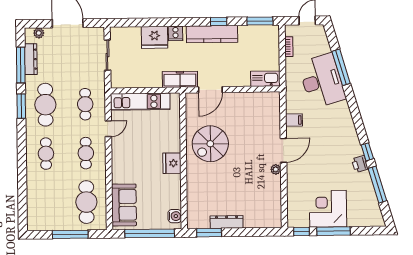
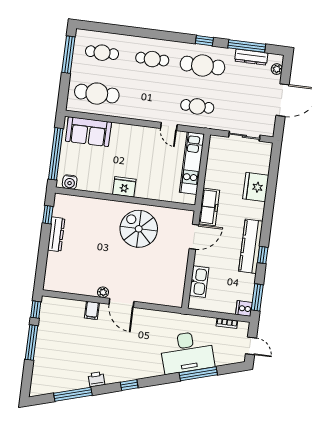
cooker: (175, 33) -> (244, 308), moved
kitchen sink: (265, 79) -> (199, 282), moved
door: (210, 90) -> (194, 237), swing flipped
window: (21, 106) -> (204, 41), width x0.67
filing cabinet: (294, 120) -> (92, 310), moved
window: (367, 152) -> (129, 385), moved
cafe table: (86, 153) -> (102, 53), moved
corner desk: (328, 209) -> (55, 340), removed
window: (209, 233) -> (48, 215), width x0.67
window: (70, 234) -> (68, 55), moved

